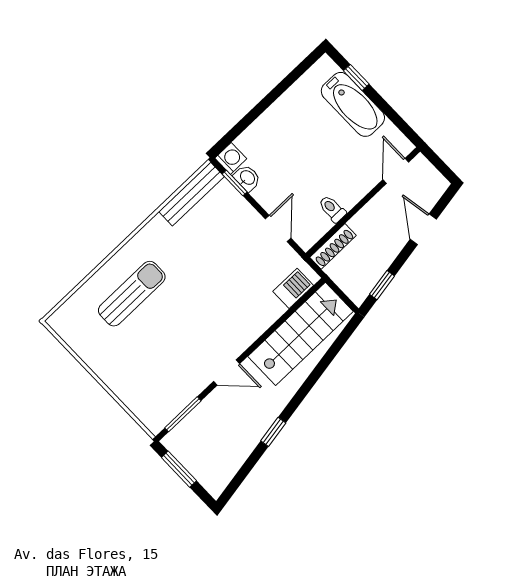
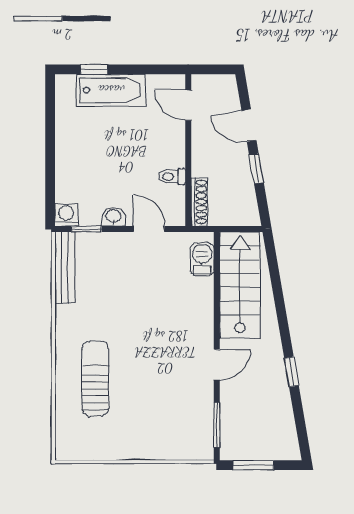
washbasin: (247, 178) -> (113, 217), moved
window: (382, 285) -> (256, 169), moved

